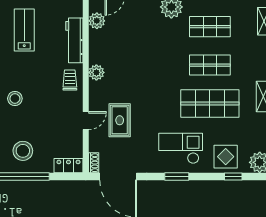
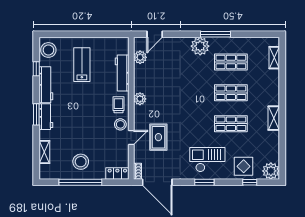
stool: (15, 99) -> (120, 124), moved
shop shelf: (210, 104) -> (231, 124), width x0.70, depth x0.74

